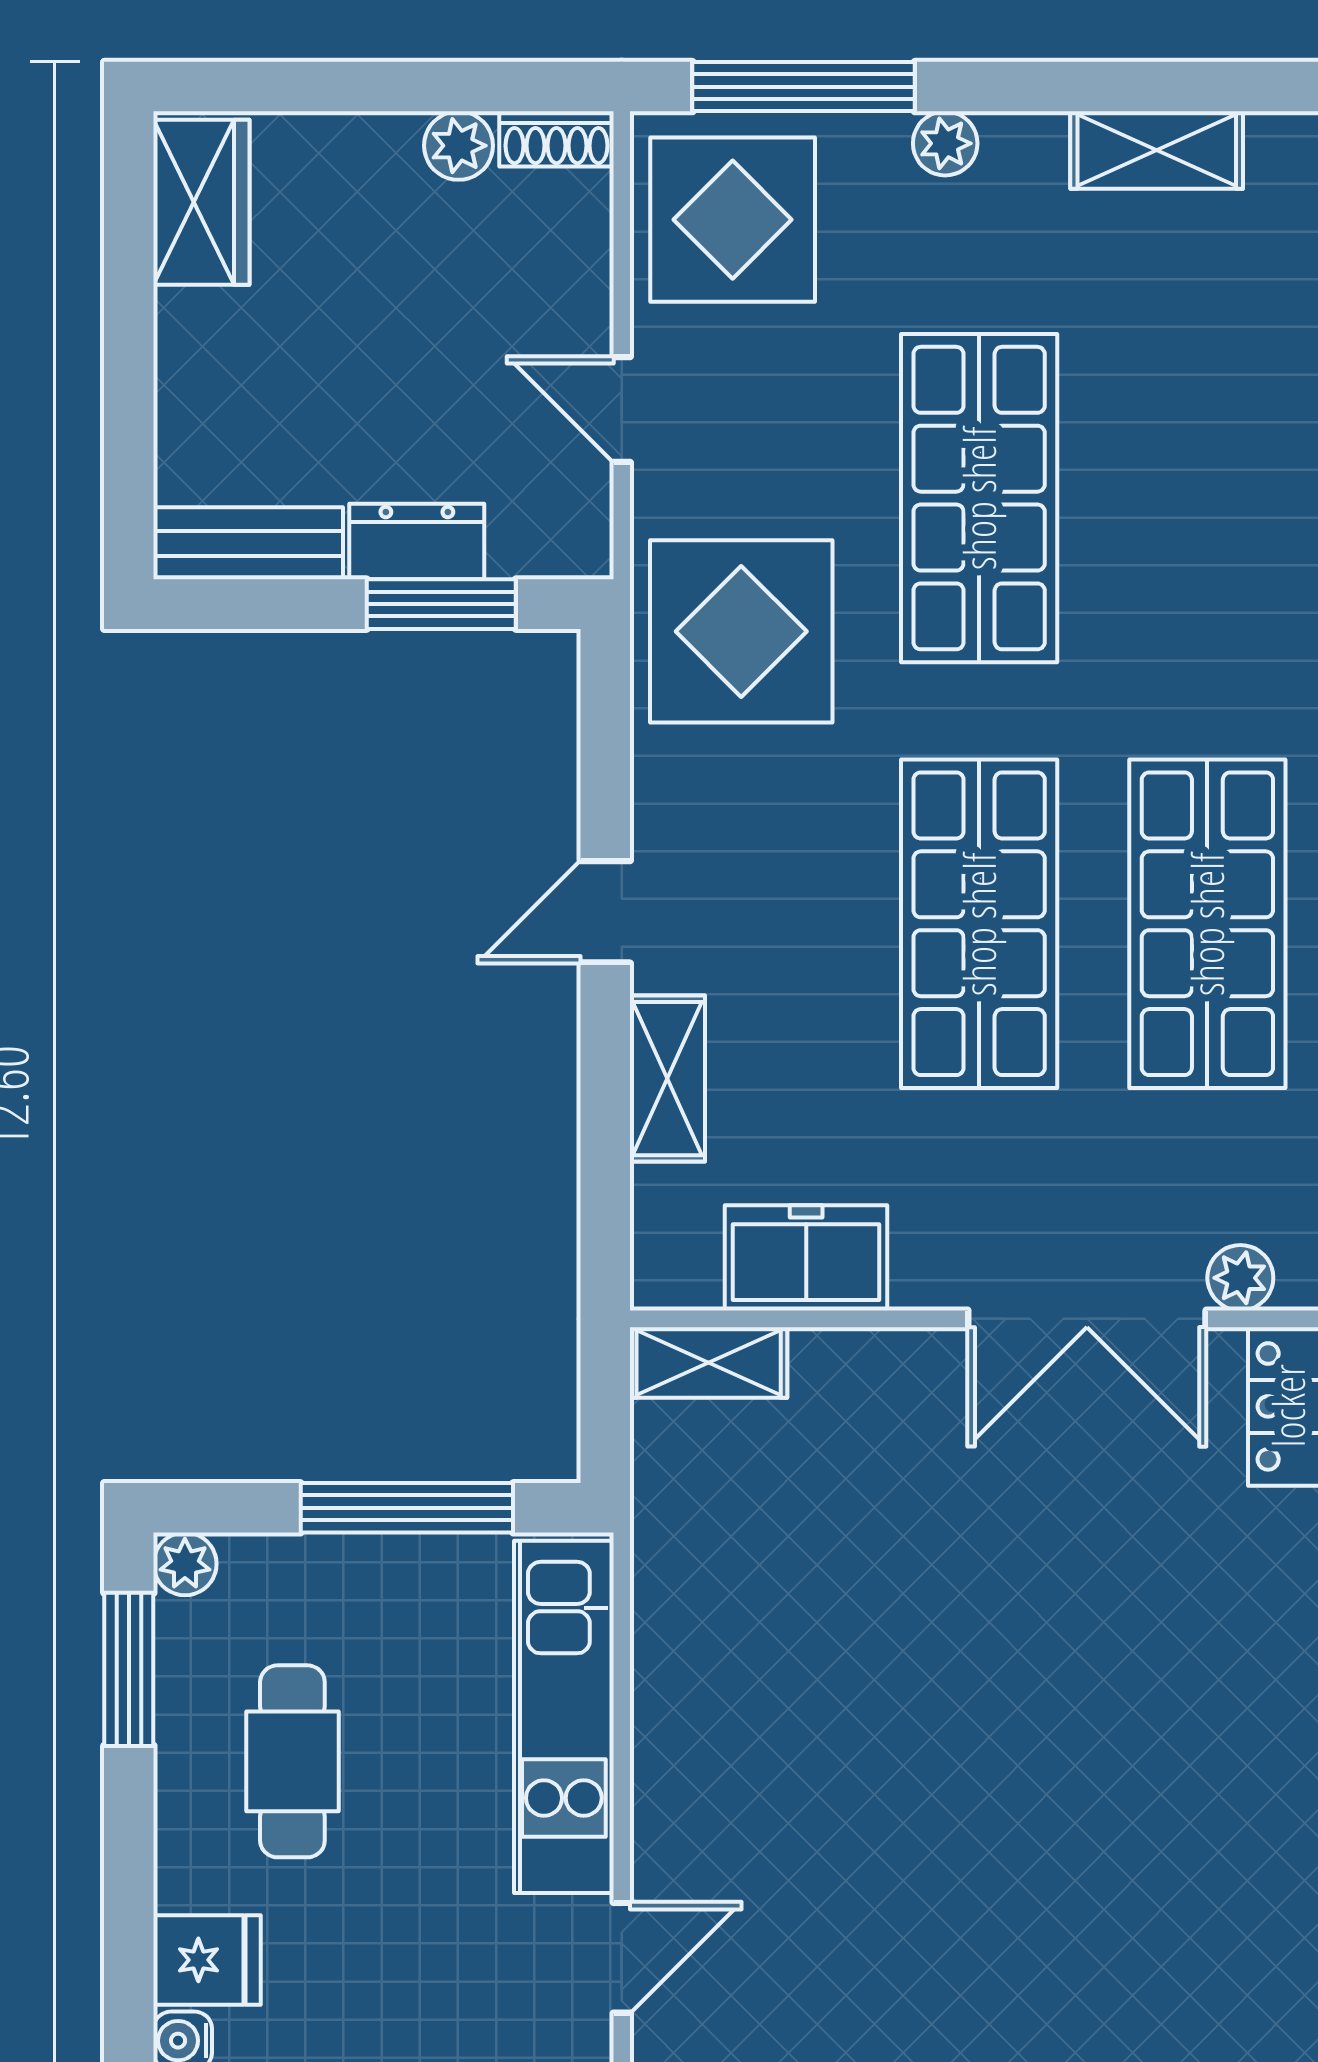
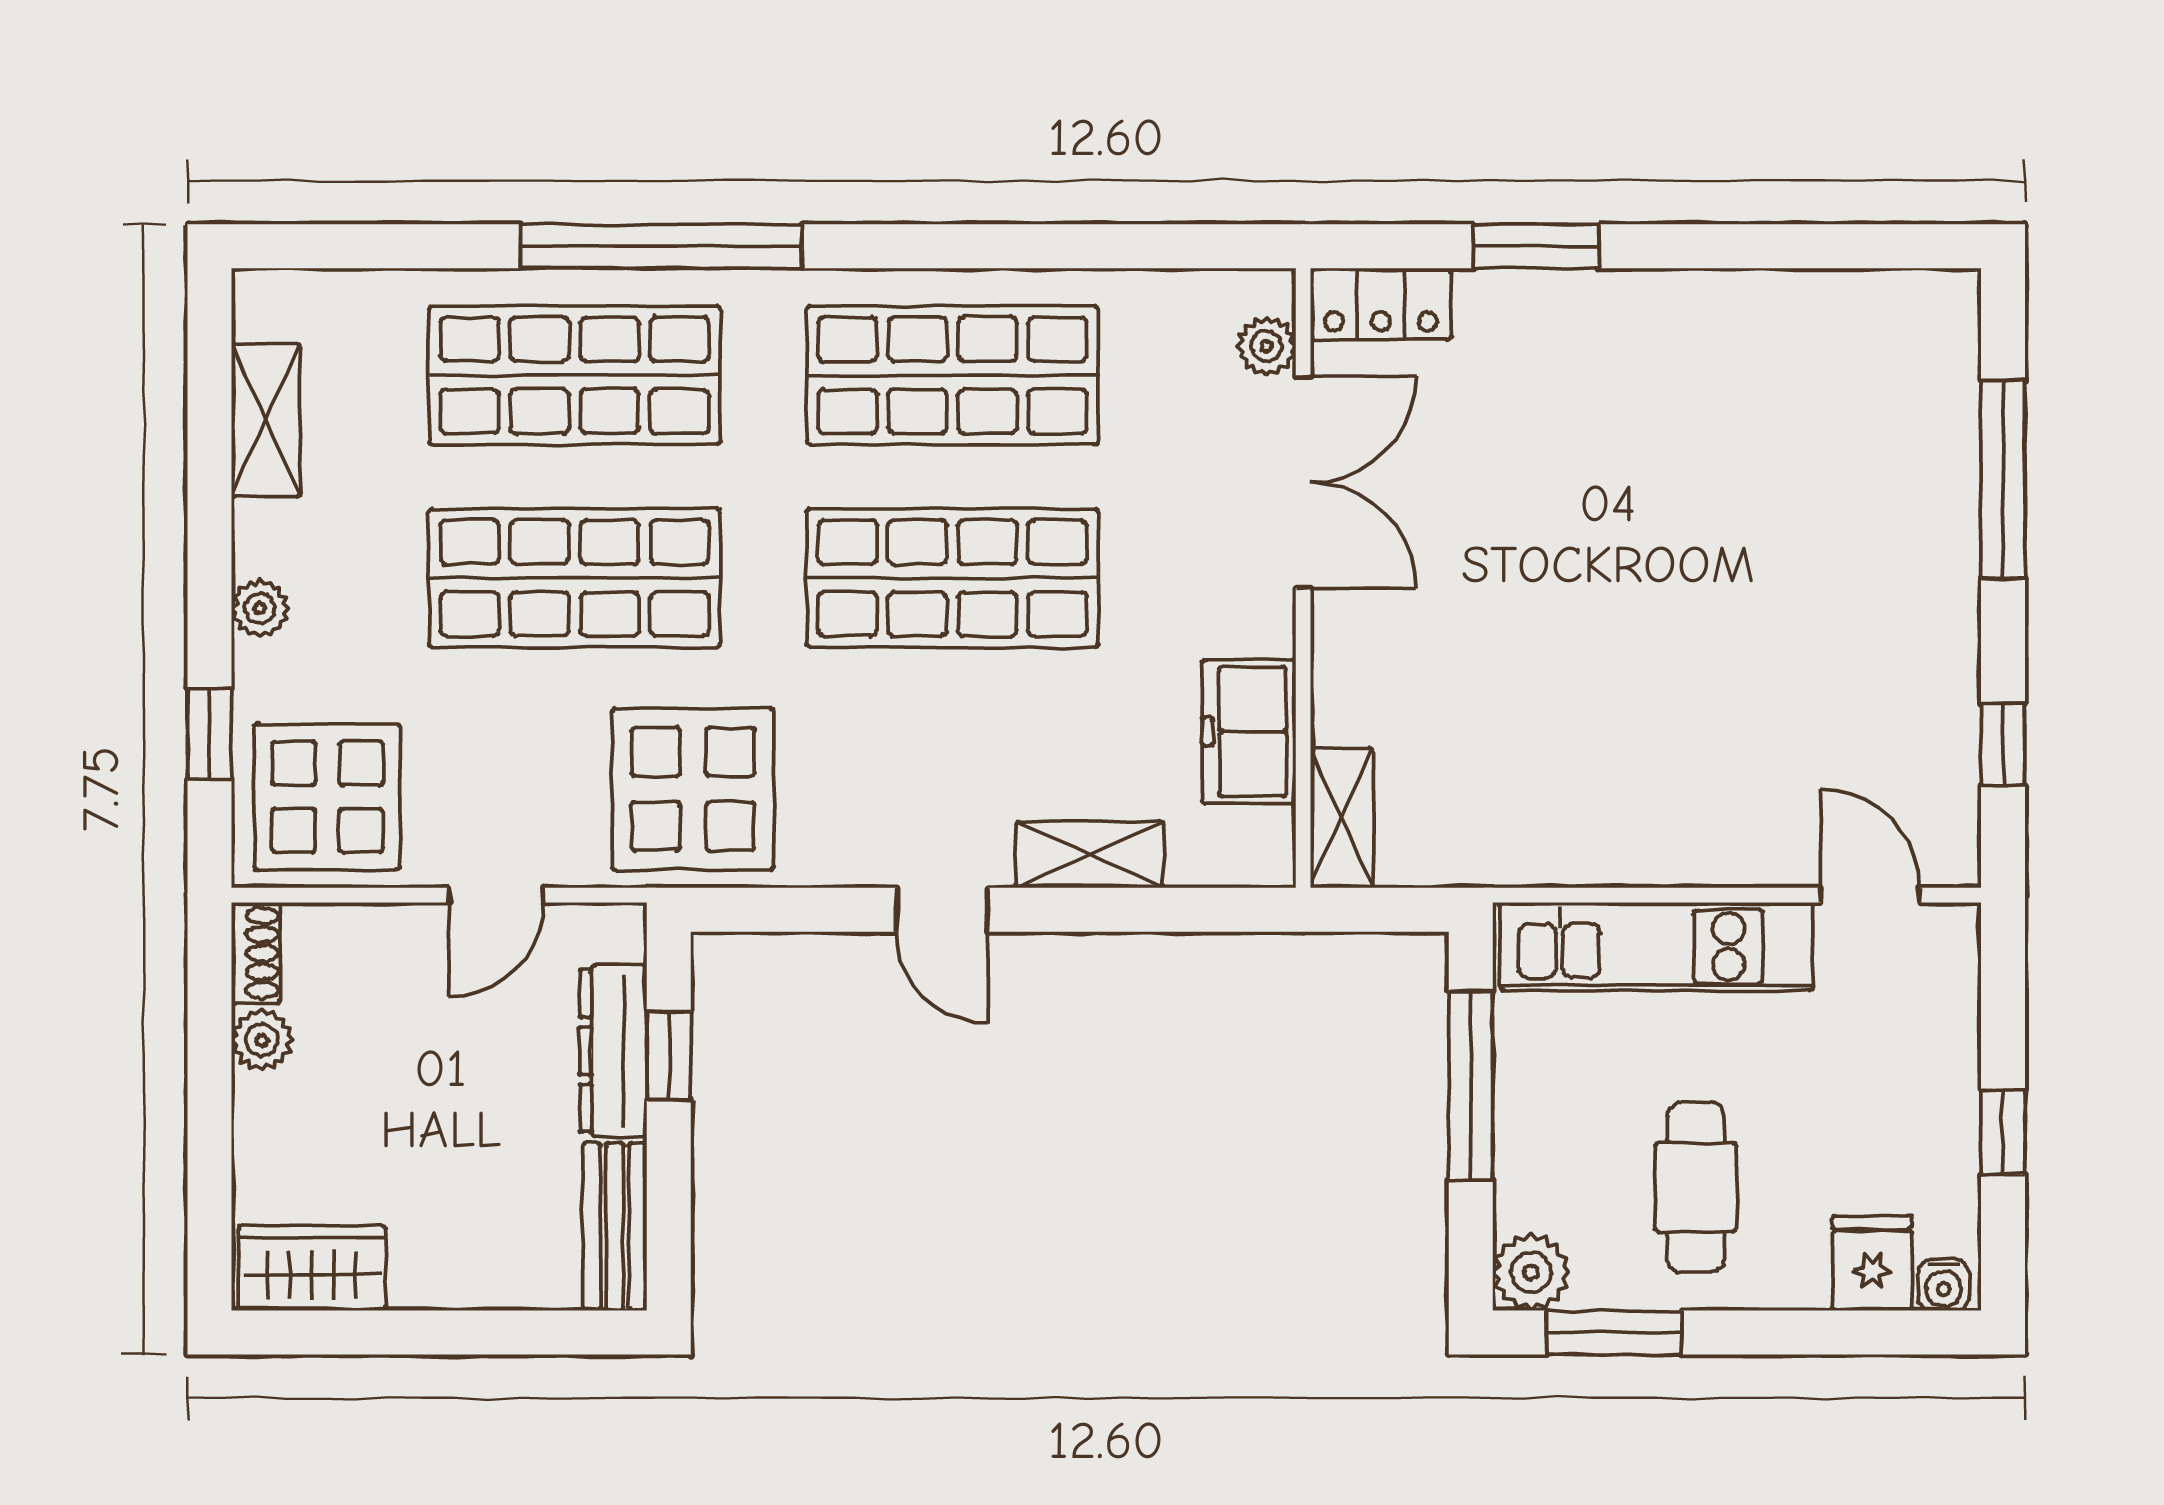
window: (804, 87) -> (209, 734), width x0.46
shop shelf: (1207, 498) -> (575, 375), added
dresser: (417, 542) -> (613, 1051), width x1.44
window: (441, 604) -> (669, 1055), width x0.67
plant: (185, 1564) -> (1531, 1272), width x1.38, depth x1.38
cafe table: (292, 1761) -> (1696, 1187), turned 90

